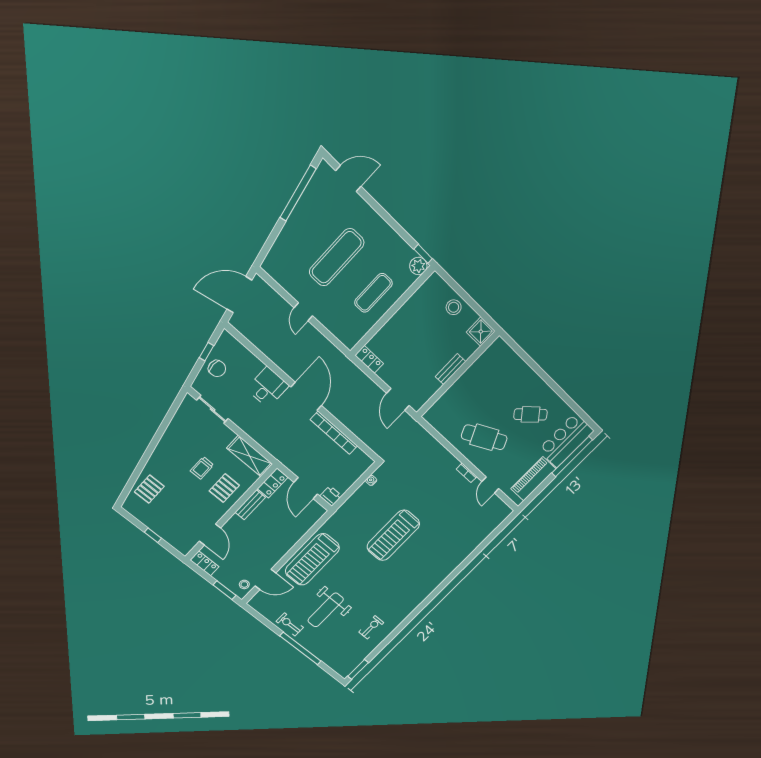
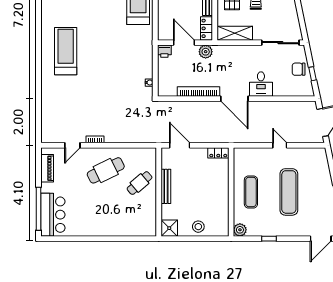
window: (423, 254) -> (269, 239), moved
bench: (450, 369) -> (166, 186), width x1.36
sliding door: (212, 409) -> (280, 43), width x1.37
cafe table: (530, 414) -> (140, 183), moved
plant: (293, 463) -> (206, 52), added
piano: (533, 479) -> (47, 168), width x0.73, depth x0.75
door: (490, 485) -> (72, 145), swing flipped
treadmill: (393, 535) -> (66, 51), moved

